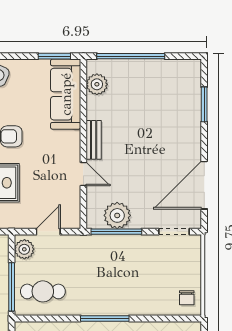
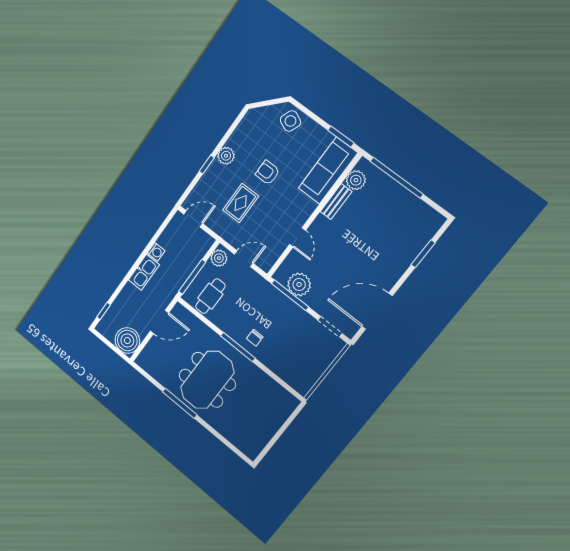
bench: (94, 140) -> (336, 202), moved
cafe table: (43, 291) -> (210, 296), turned 90
chair: (187, 298) -> (255, 338), moved

